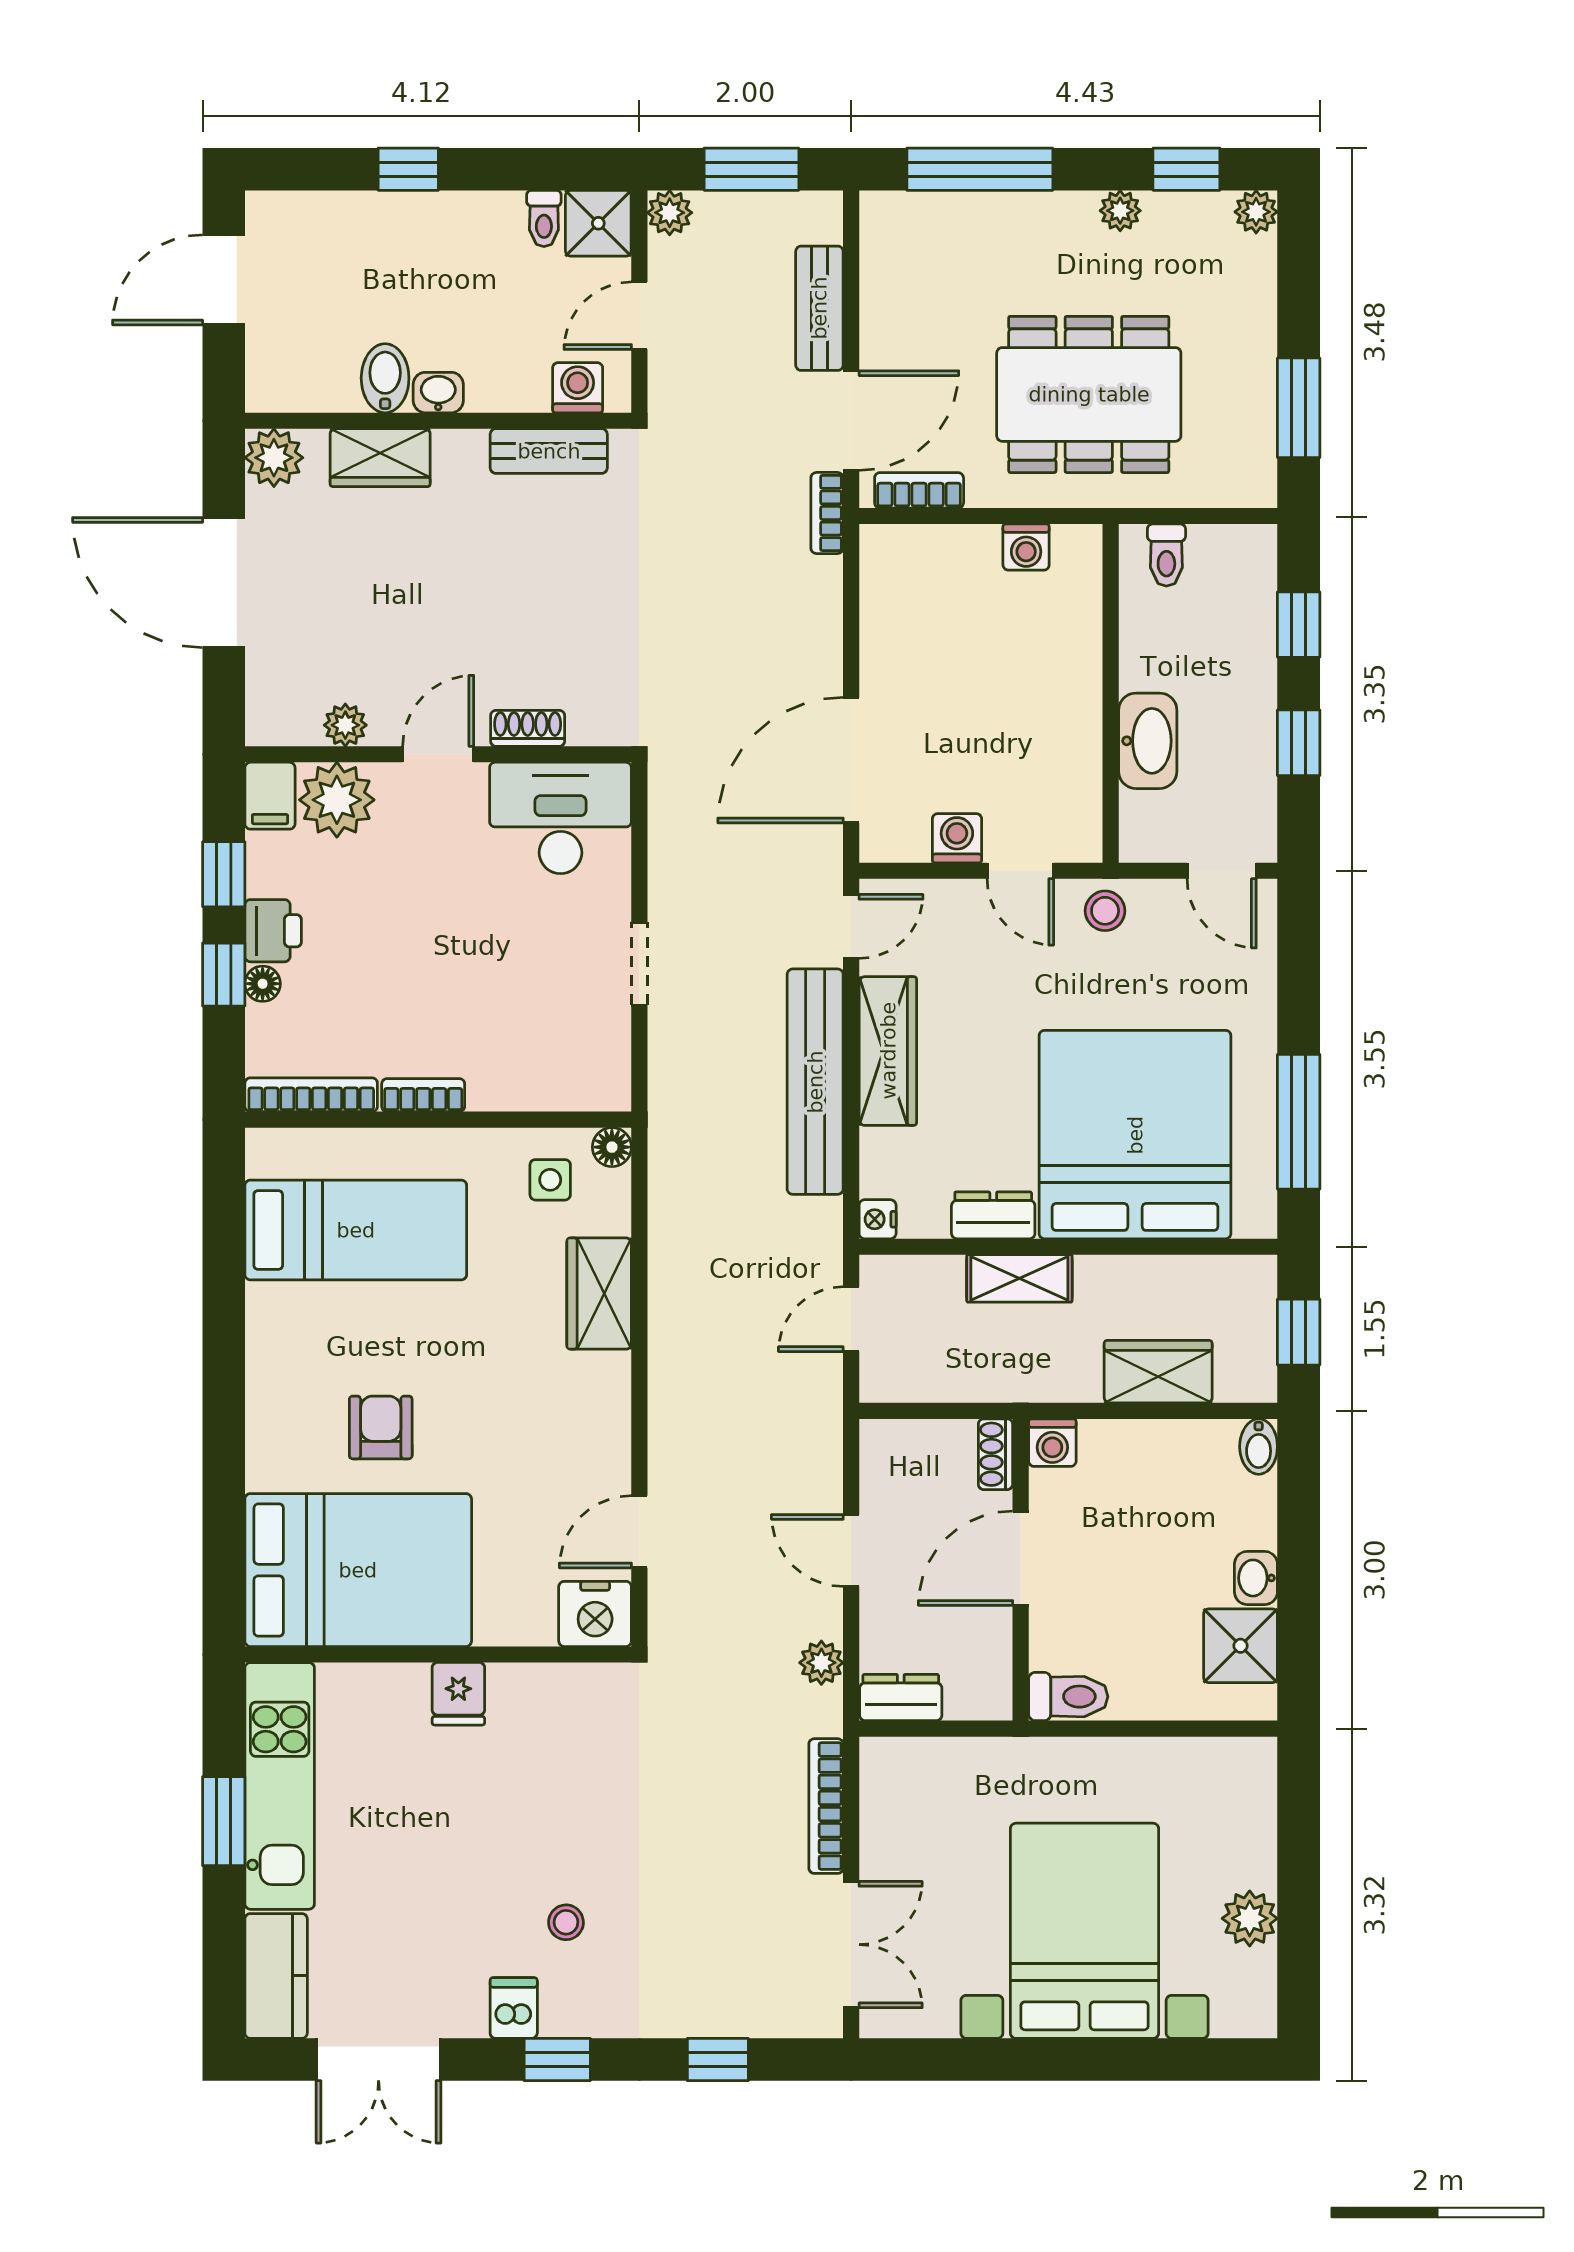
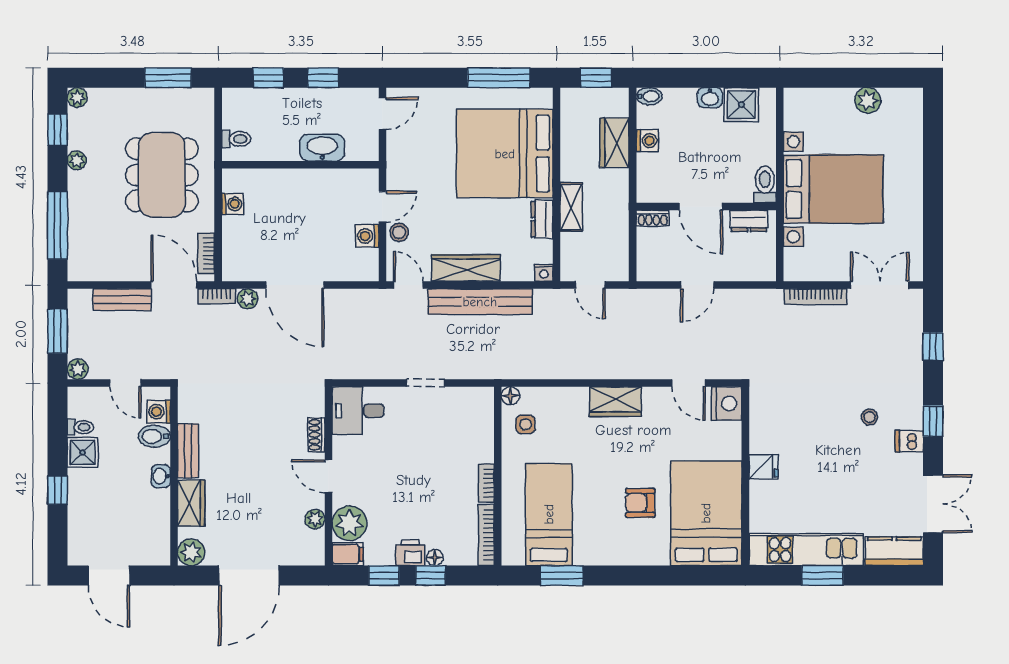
shower: (598, 223) -> (83, 452), moved
bidet: (385, 378) -> (154, 436), moved
bench: (549, 451) -> (188, 451), moved
door: (851, 760) -> (295, 285), moved
desk: (561, 818) -> (358, 411), width x0.73
stool: (1105, 911) -> (399, 232), moved
window: (224, 1258) -> (562, 576), added
wardrobe: (599, 1294) -> (615, 402), moved
washing machine: (1052, 1443) -> (647, 141), moved
plant: (821, 1663) -> (248, 299), moved
dresser: (901, 1698) -> (749, 221), moved, turned -90
bed with nightstands: (1085, 1931) -> (833, 189), moved, turned 180

